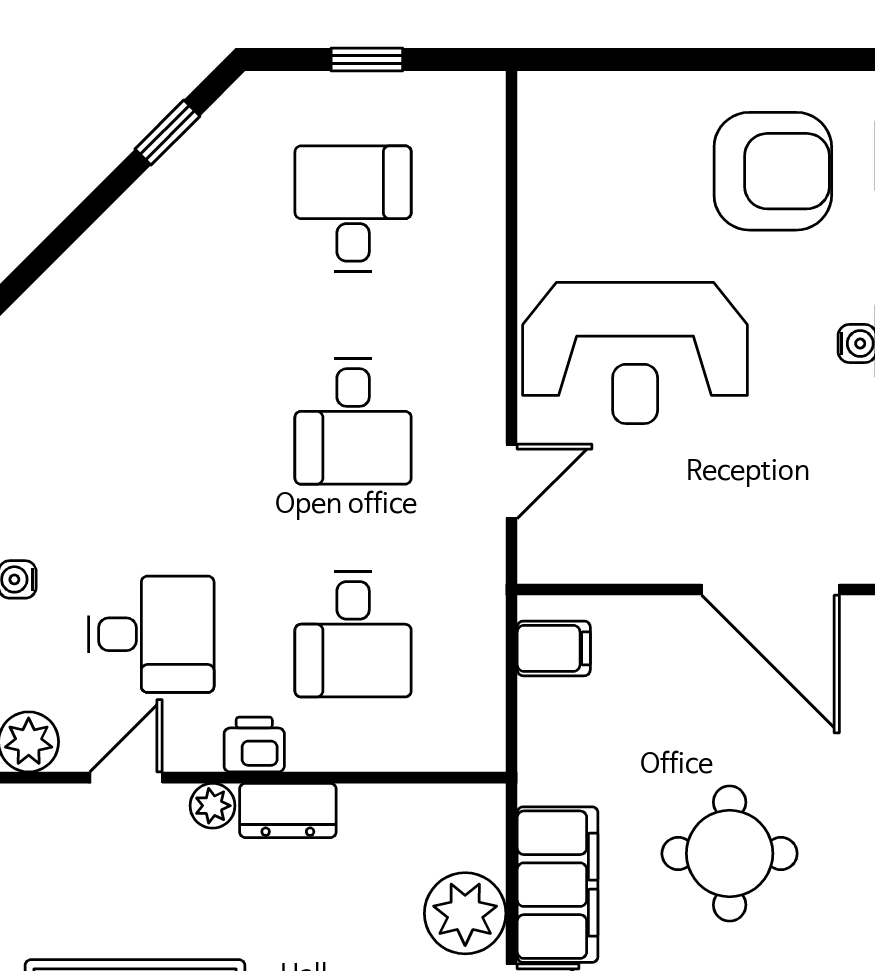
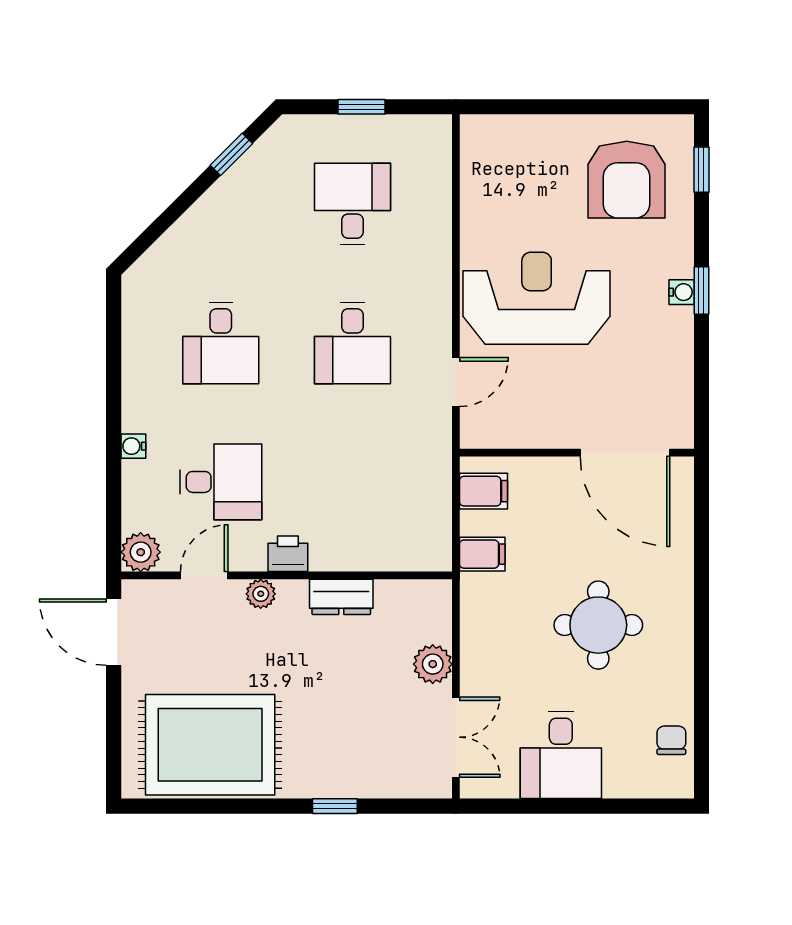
armchair: (773, 171) -> (627, 180), turned 90
reception desk: (635, 353) -> (537, 298), turned 180
desk: (353, 634) -> (221, 343), moved
dresser: (288, 810) -> (341, 597), moved
filing cabinet: (558, 885) -> (482, 554), moved, width x0.33, depth x0.86
plant: (465, 913) -> (433, 664), width x0.73, depth x0.73

